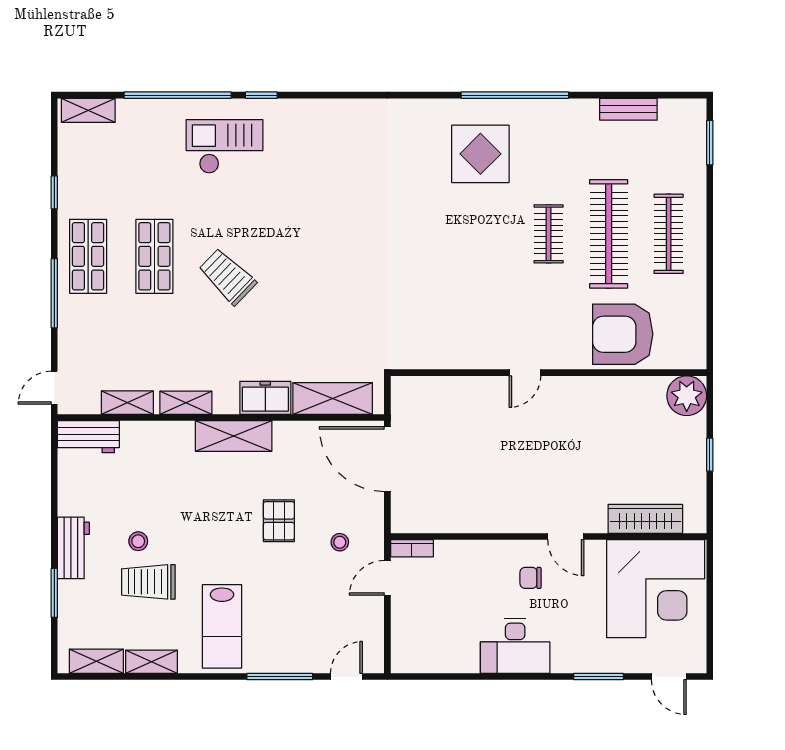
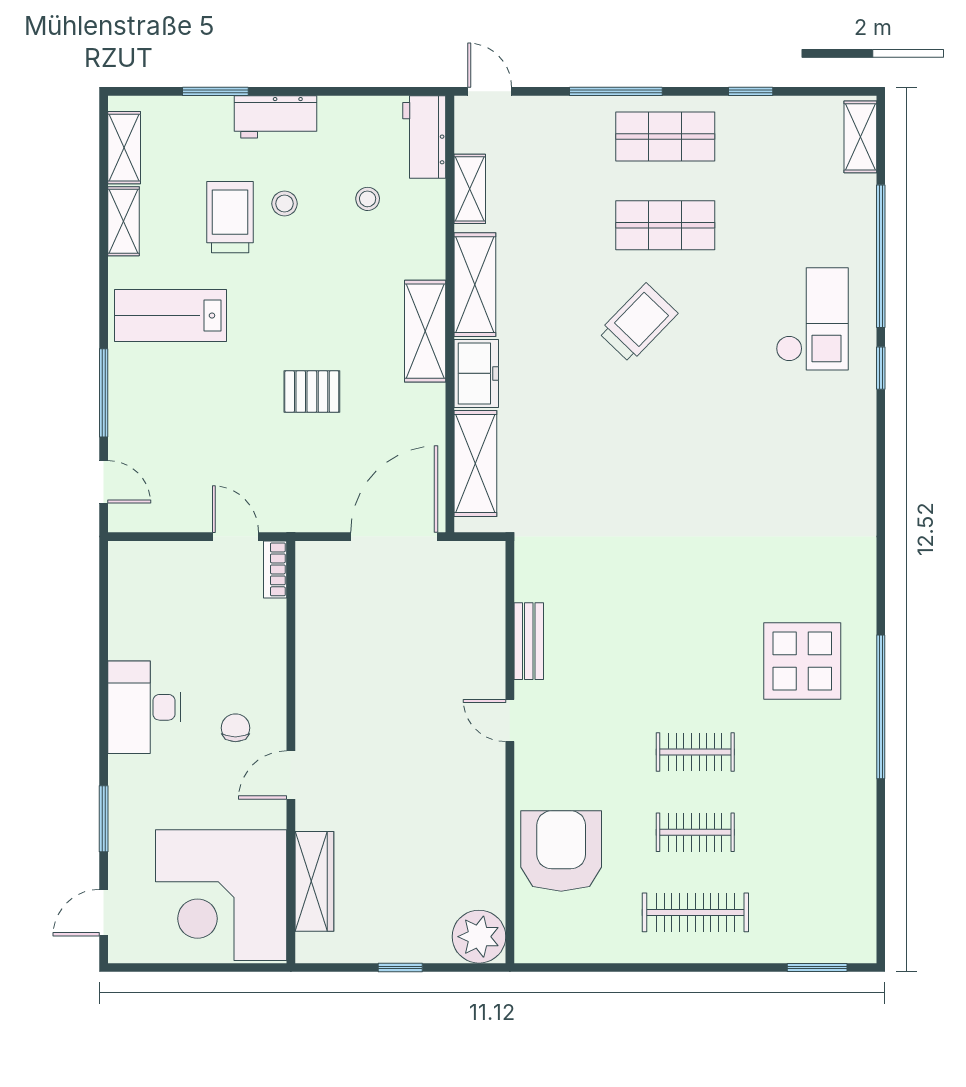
bench: (628, 109) -> (529, 641), moved
clothes rail: (609, 234) -> (695, 832), width x0.54, depth x0.76
shelving: (186, 403) -> (475, 285), width x1.50, depth x1.33
stool: (340, 542) -> (368, 199), moved

